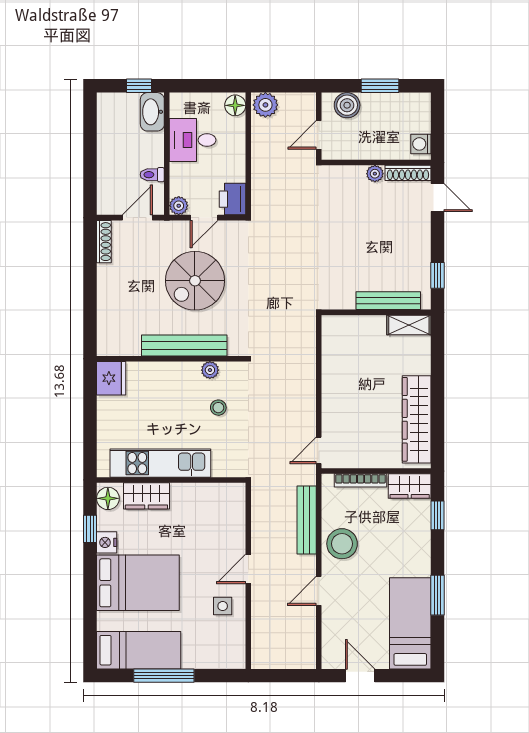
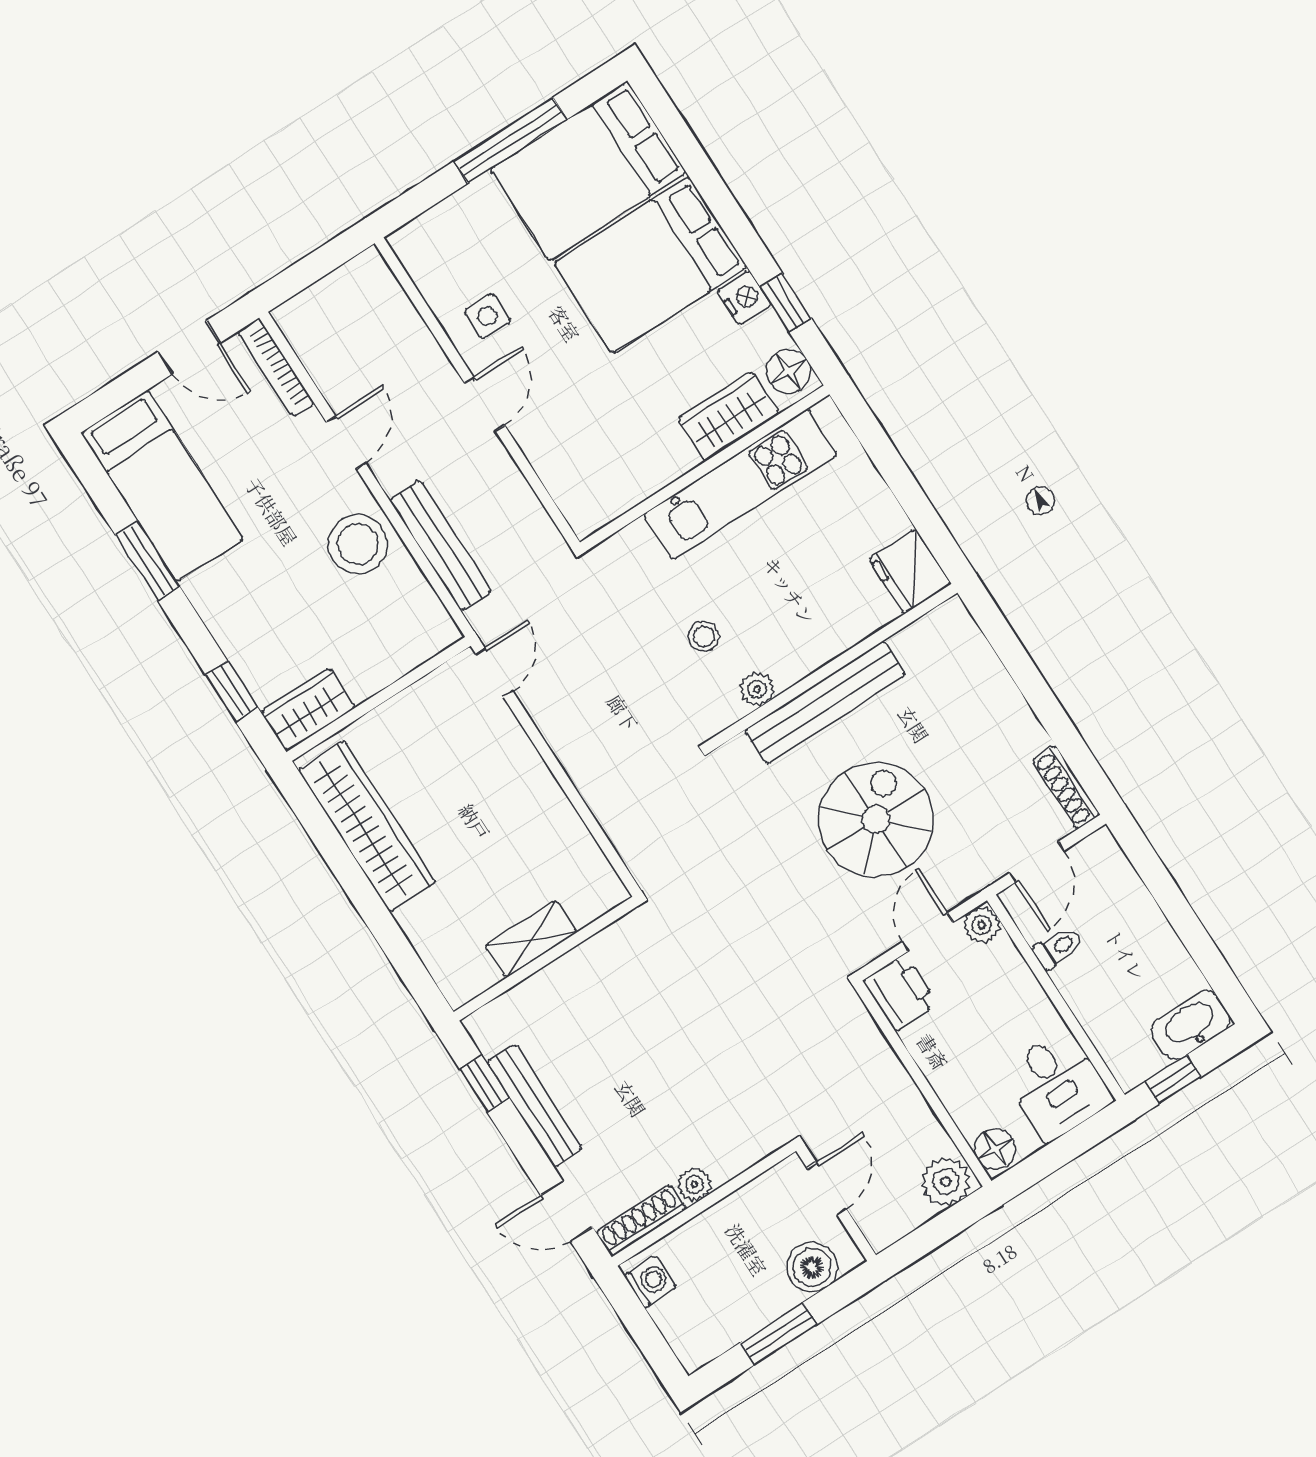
washbasin: (152, 112) -> (1191, 1025), moved, turned -90
desk: (193, 140) -> (1057, 1085), moved, turned 90
bench: (388, 301) -> (535, 1105), moved, turned 90
shelving: (409, 325) -> (531, 939), moved
bookcase: (361, 480) -> (276, 367), moved, turned -90
bed: (139, 650) -> (588, 171), width x1.50

